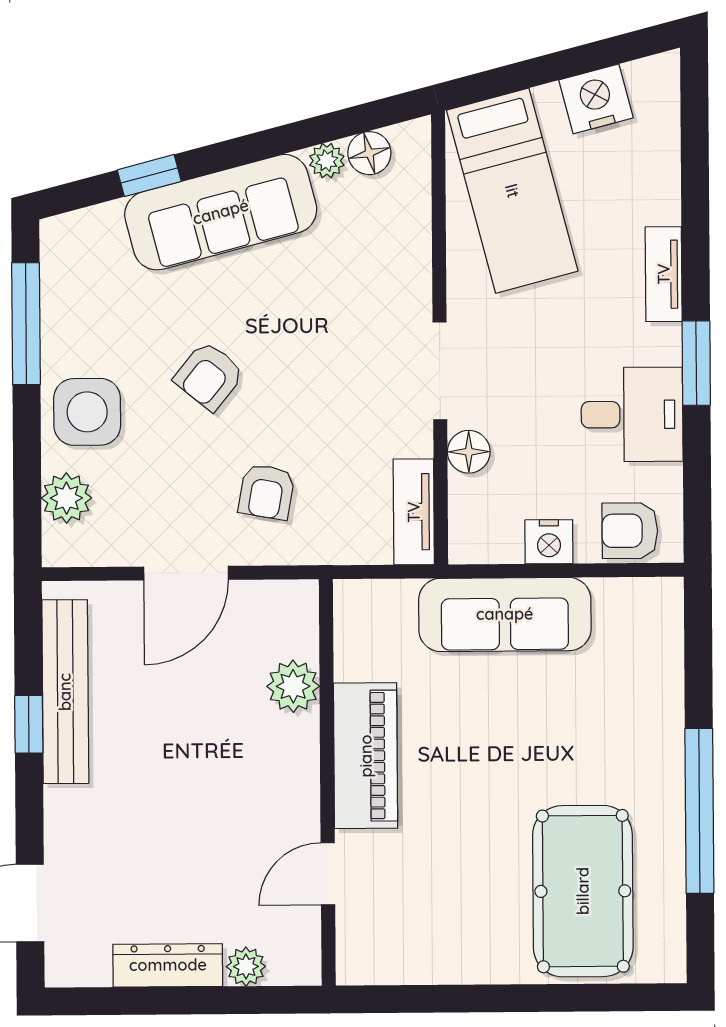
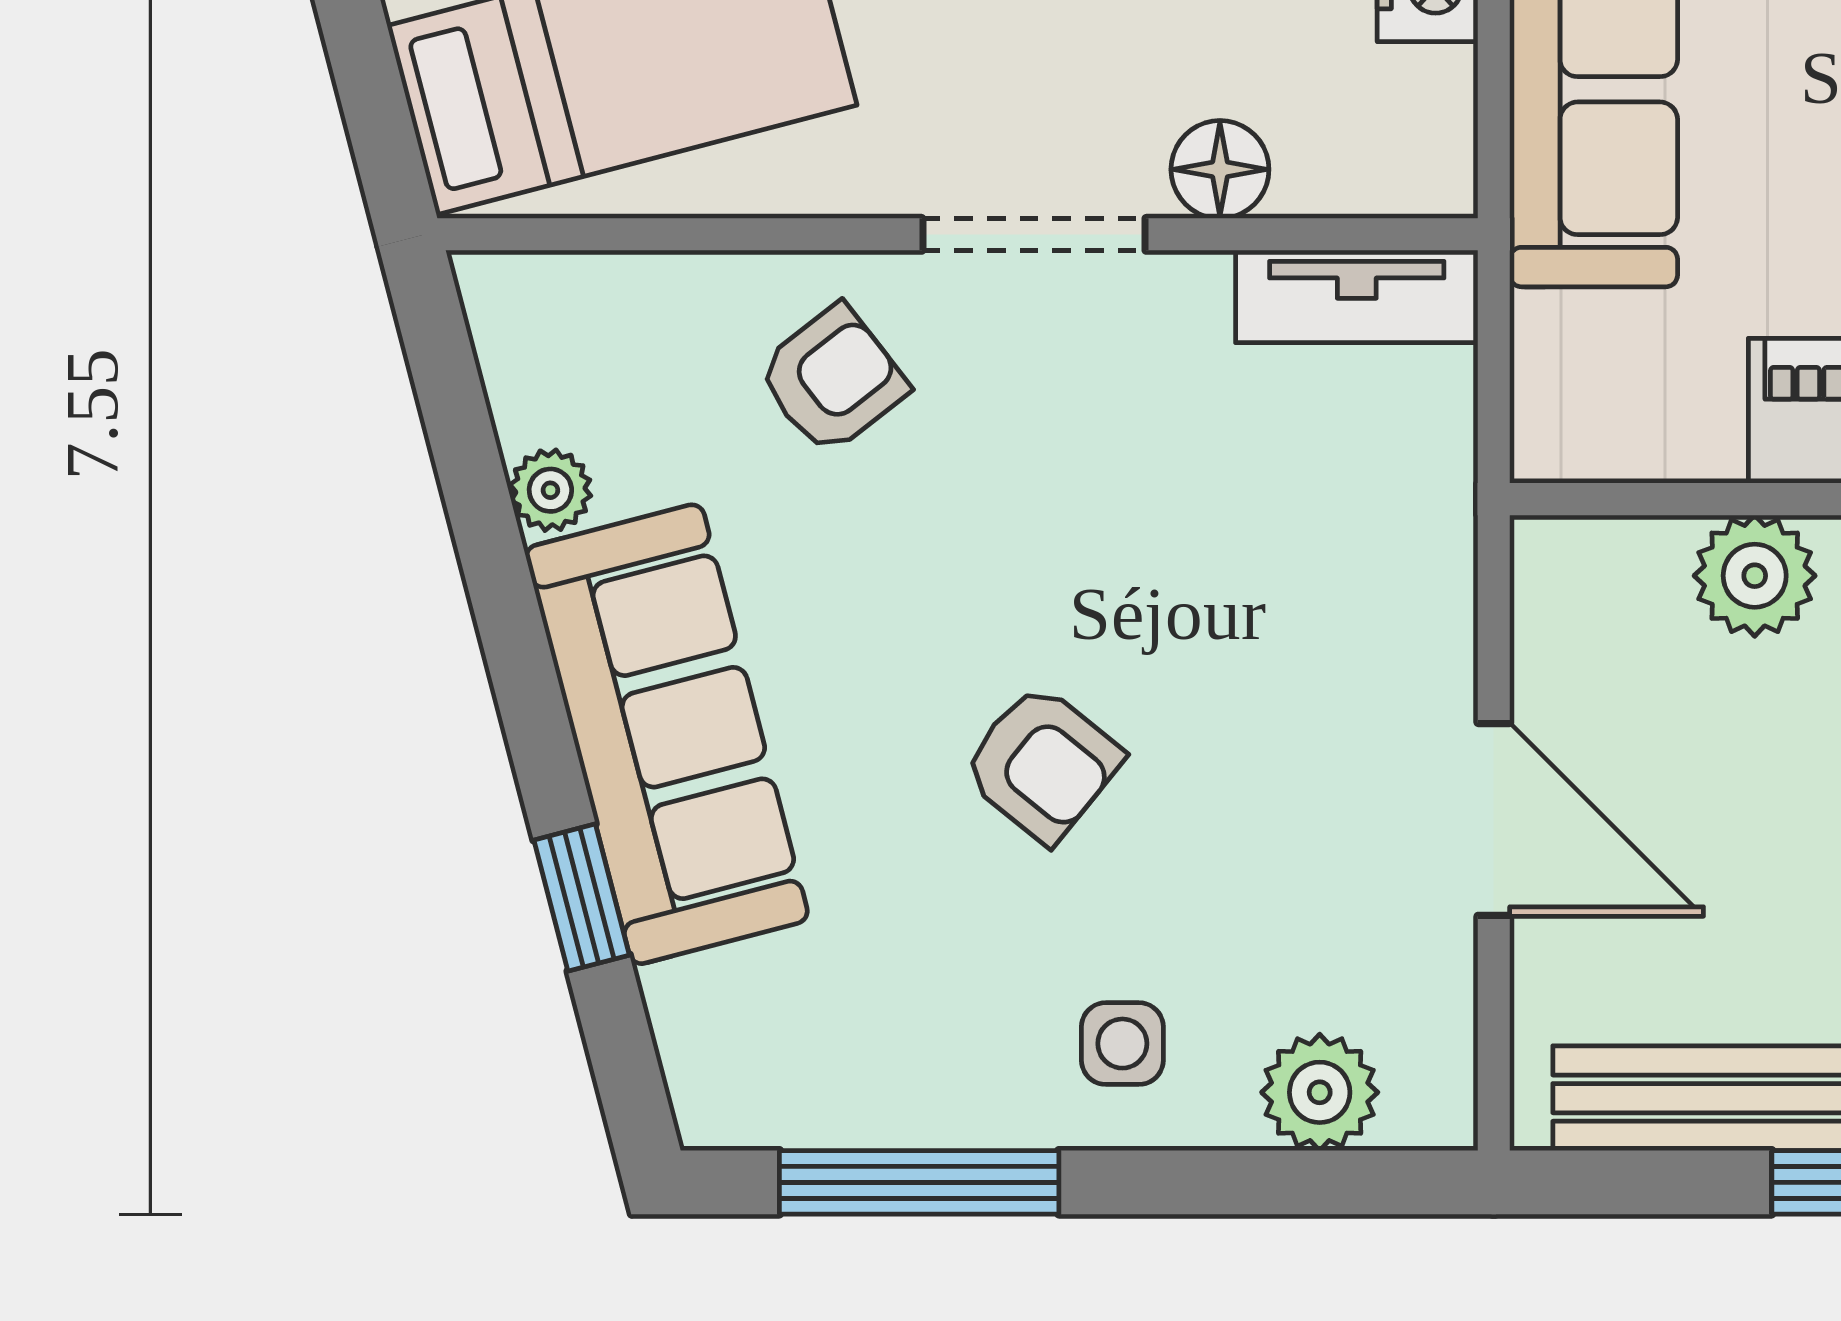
floor lamp: (369, 153) -> (534, 392), removed
side table: (87, 412) -> (1122, 1044), width x0.54, depth x0.54
armchair: (266, 492) -> (832, 380), moved, turned -48

